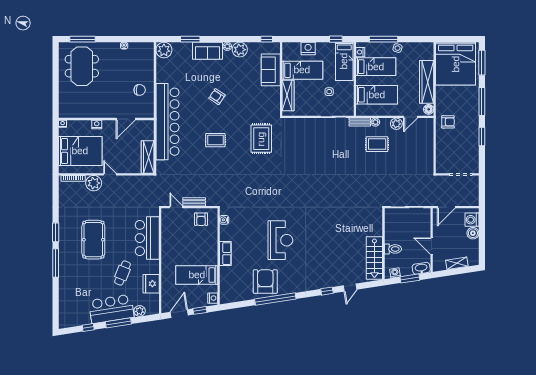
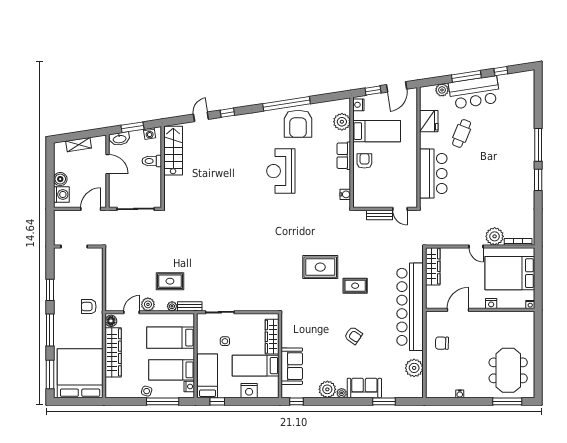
plant: (164, 50) -> (414, 368), moved
rug: (261, 139) -> (320, 267), moved, turned 90
armchair: (201, 219) -> (364, 161), moved
pool table: (93, 240) -> (495, 172), removed
plant: (227, 283) -> (342, 122), added

